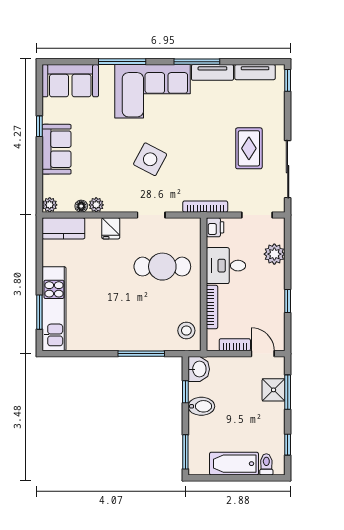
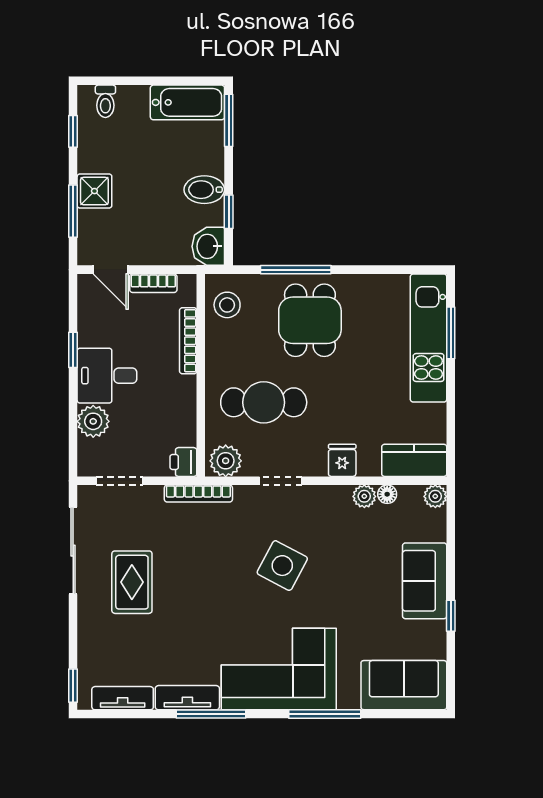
plant: (187, 228) -> (226, 461), added
desk: (226, 266) -> (107, 376), moved, turned 180
dining table: (132, 320) -> (310, 320), added
shower: (274, 390) -> (94, 191), moved
bathtub: (234, 464) -> (187, 102), moved

